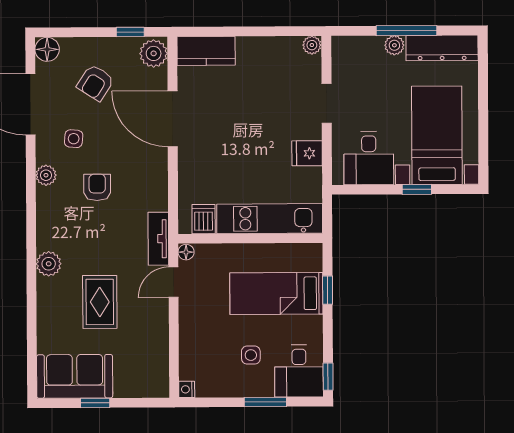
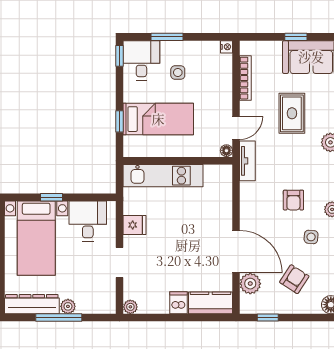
plant: (154, 53) -> (250, 284), moved
dishwasher: (204, 219) -> (178, 303), moved, turned 180
bookcase: (161, 348) -> (245, 78), added

